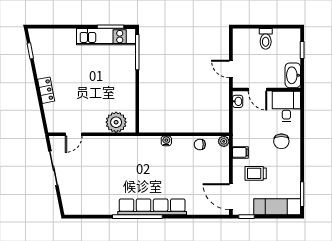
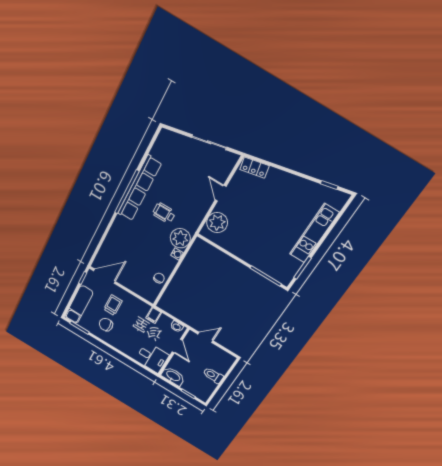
kitchen unit: (106, 37) -> (314, 233), moved
door: (258, 89) -> (177, 346), swing flipped
locker: (46, 90) -> (254, 168), moved
door: (74, 134) -> (221, 193), moved
plant: (224, 141) -> (180, 238), moved, width x1.88, depth x1.88
chair: (281, 141) -> (106, 325), moved
filing cabinet: (240, 152) -> (154, 315), moved
wheelchair: (136, 173) -> (164, 213), added
row of seats: (152, 207) -> (139, 188), moved

